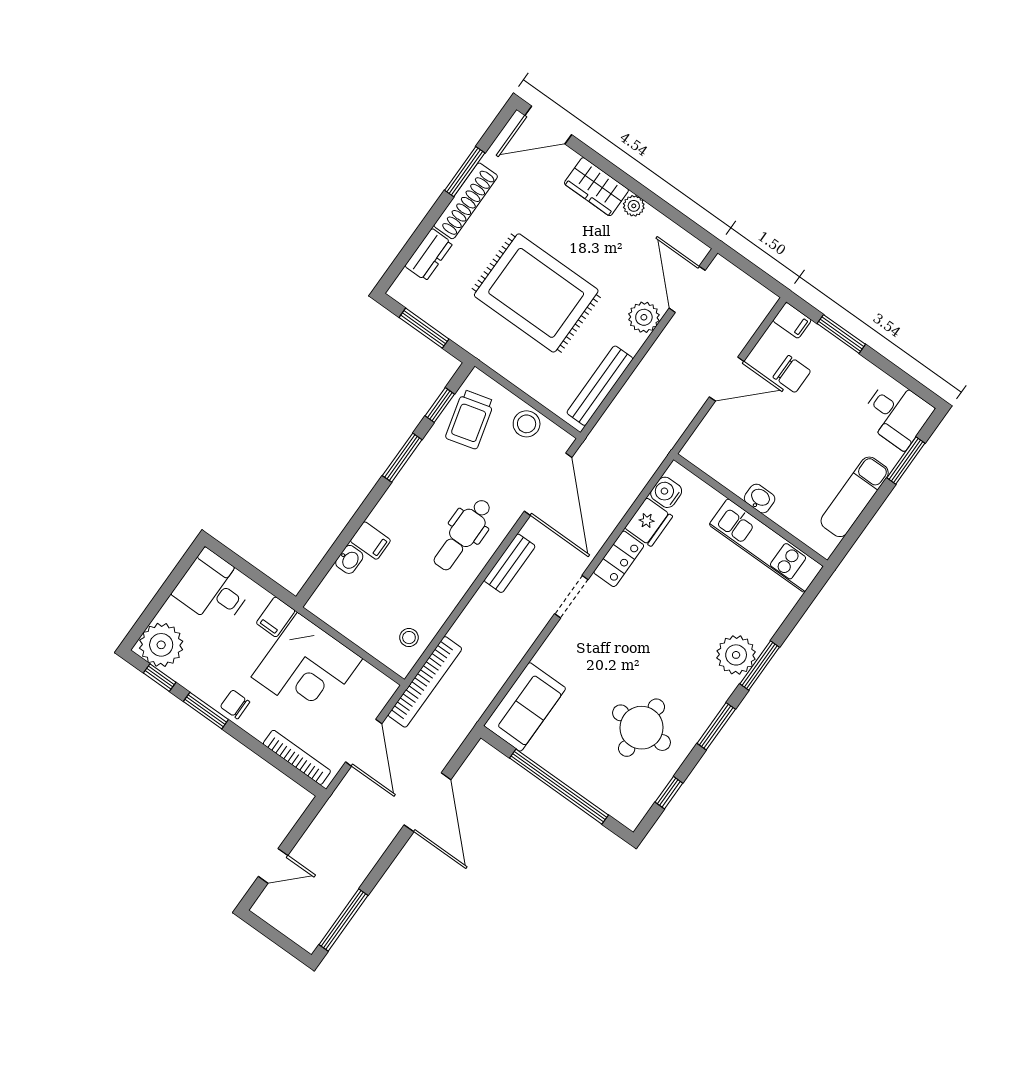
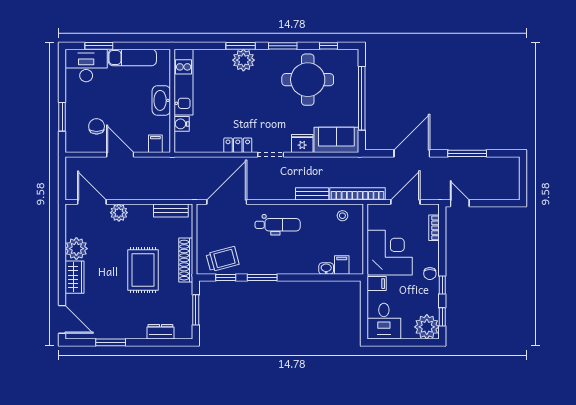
shoe rack: (466, 201) -> (186, 260), moved, turned -90
plant: (634, 206) -> (76, 249), width x1.88, depth x1.88
door: (687, 289) -> (92, 202), swing flipped
rug: (536, 293) -> (143, 270), width x0.73, depth x0.69
filing cabinet: (792, 320) -> (155, 144), moved
bench: (600, 386) -> (171, 211), width x0.73
desk: (897, 414) -> (86, 65), width x1.37
stool: (527, 424) -> (206, 232), removed
water cooler: (666, 492) -> (182, 124), moved, turned 90
washbasin: (760, 499) -> (161, 100), width x1.91, depth x1.45
fridge: (649, 522) -> (302, 144), moved
filing cabinet: (370, 541) -> (342, 265), moved
bench: (510, 563) -> (312, 194), moved
window: (206, 711) -> (442, 285), width x0.67
round table: (641, 728) -> (308, 80), width x1.36, depth x1.36
bookcase: (297, 757) -> (434, 228), width x0.64
door: (273, 866) -> (460, 203), moved
window: (343, 920) -> (467, 153), moved

